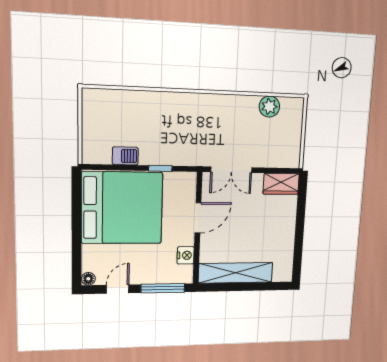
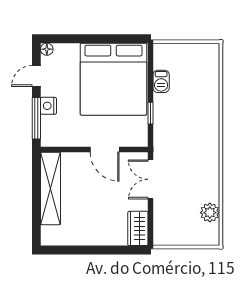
nightstand: (186, 255) -> (48, 106), moved, turned 90
door: (118, 289) -> (36, 76), swing flipped

